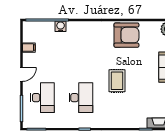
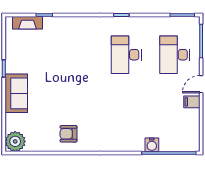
armchair: (126, 35) -> (68, 134), width x0.53, depth x0.53
filing cabinet: (29, 48) -> (192, 102), moved
rug: (117, 81) -> (81, 76), removed

